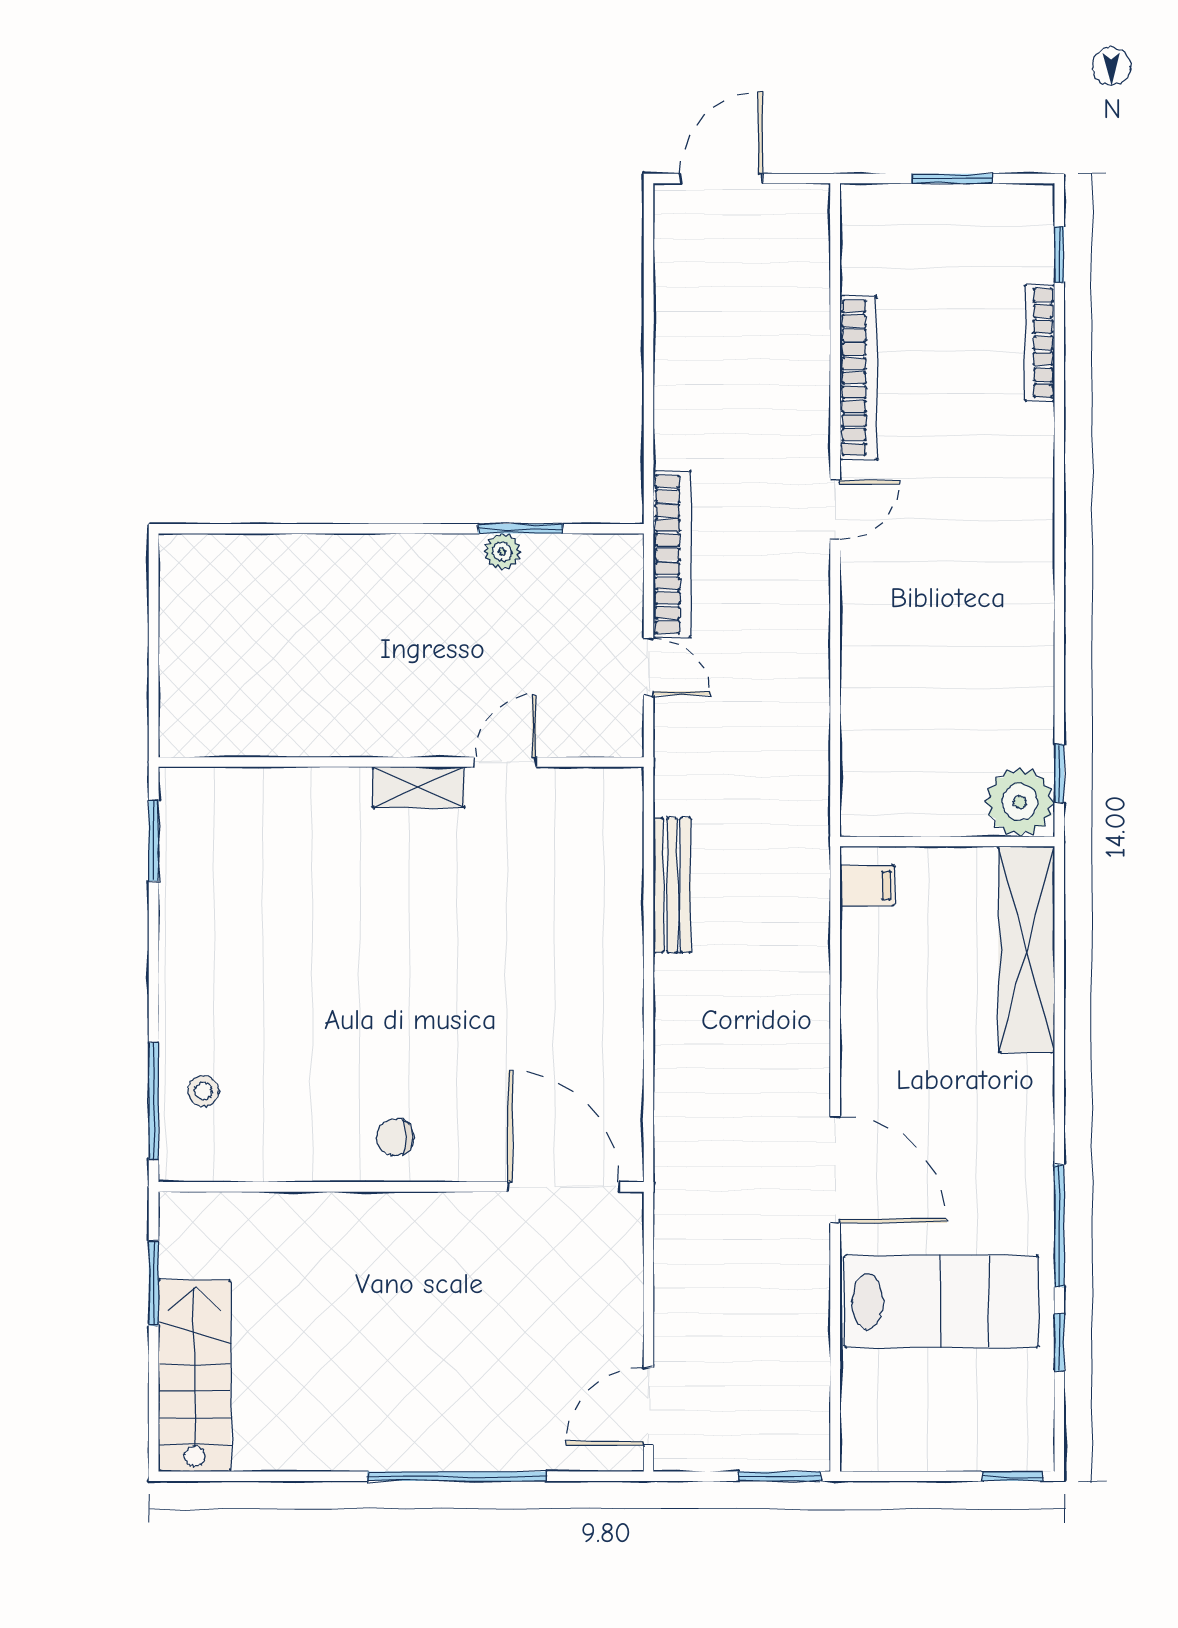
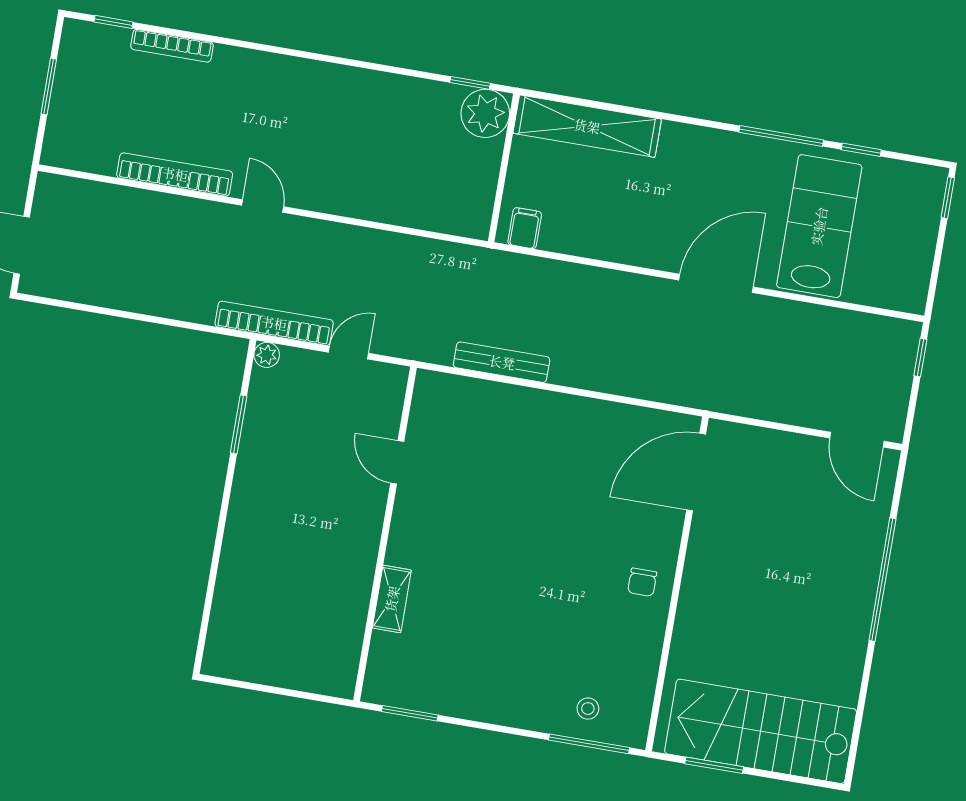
plant: (502, 551) -> (267, 355), moved
shelving: (418, 787) -> (392, 599), moved
stairs: (195, 1376) -> (761, 731), width x1.36, depth x1.51
window: (780, 1476) -> (920, 358), width x0.67

